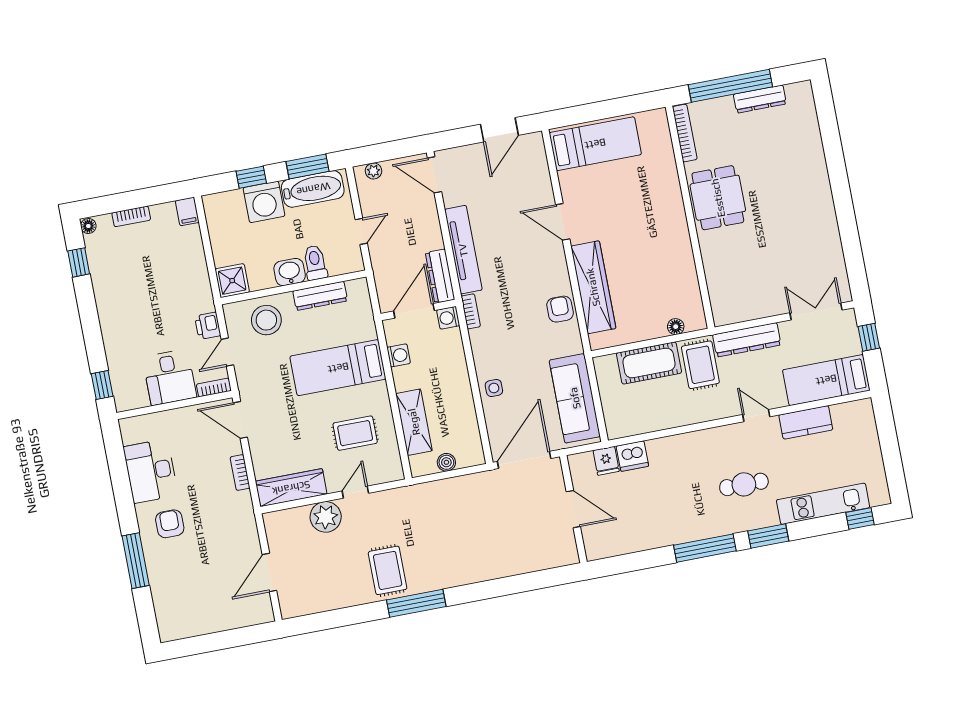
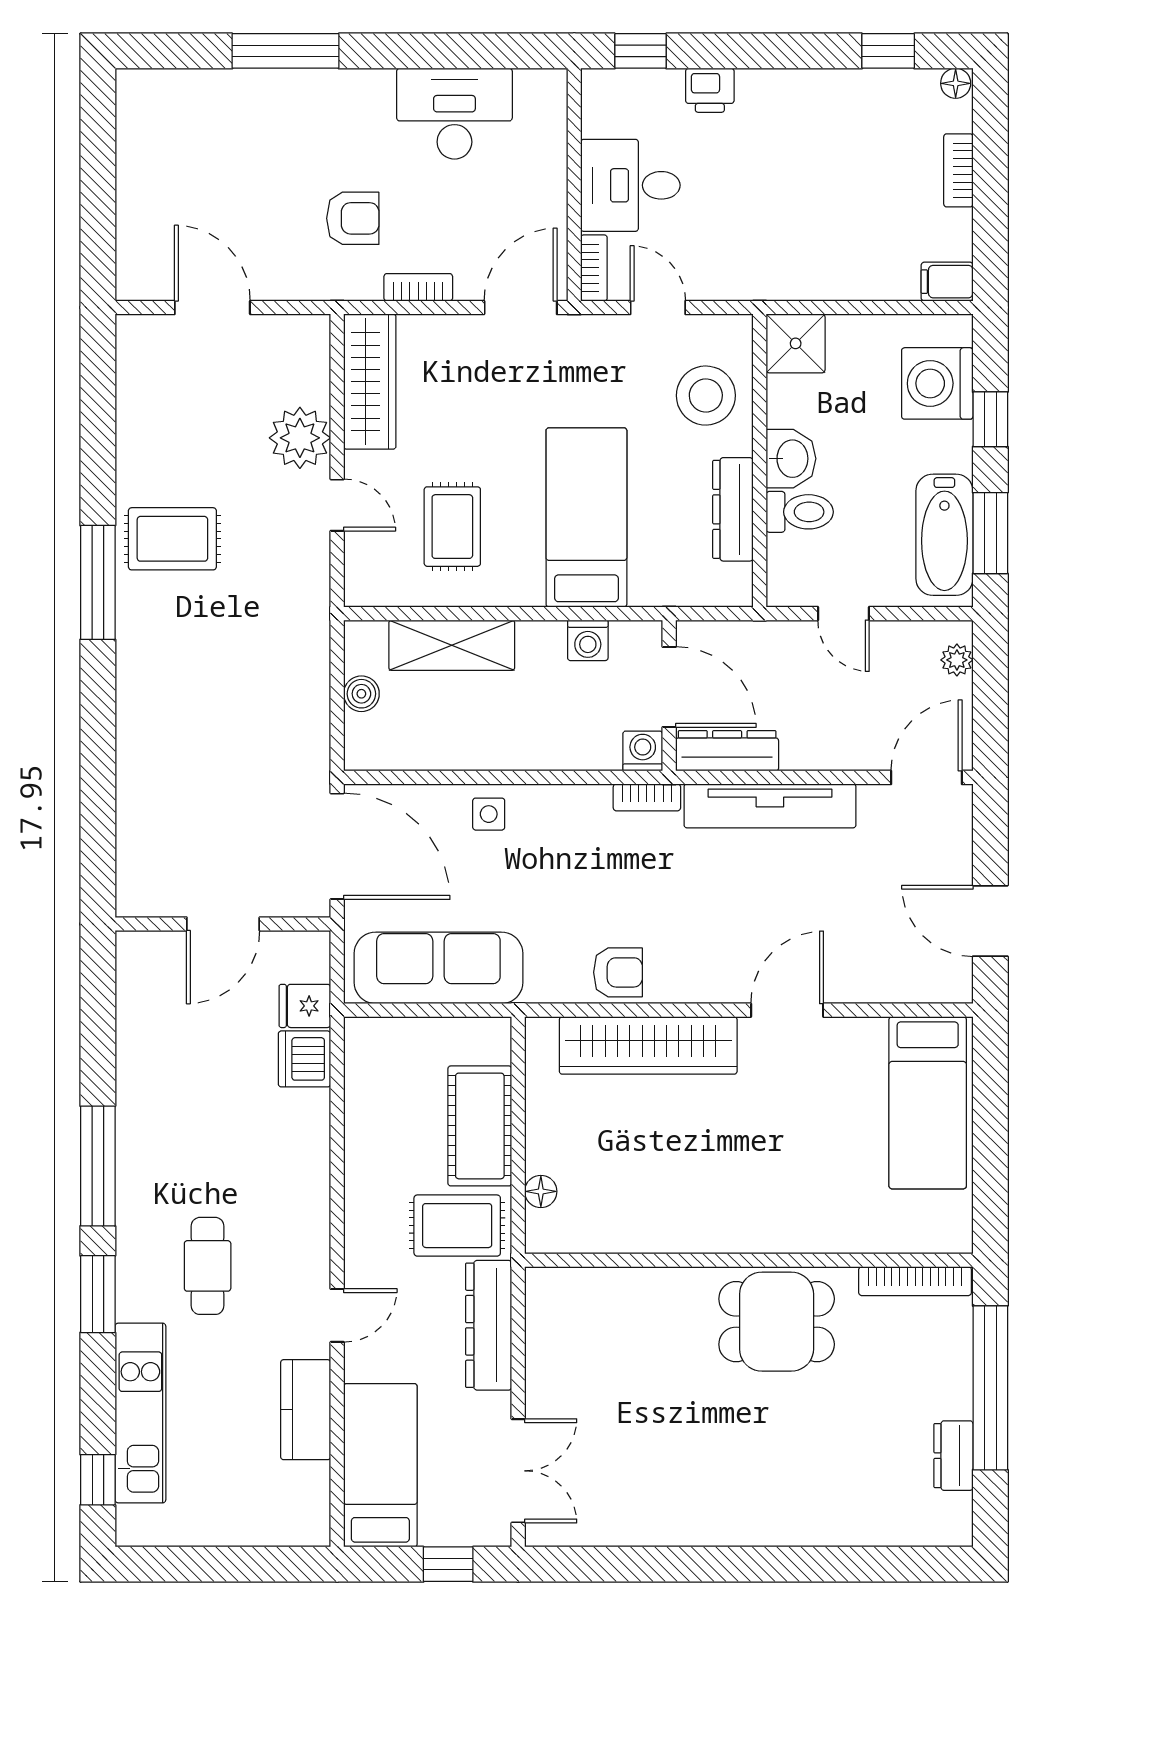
dresser: (760, 99) -> (953, 1456), width x0.70
washing machine: (264, 202) -> (937, 383), moved
printer: (208, 326) -> (710, 90), moved, turned 180
armchair: (170, 524) -> (353, 218), moved

